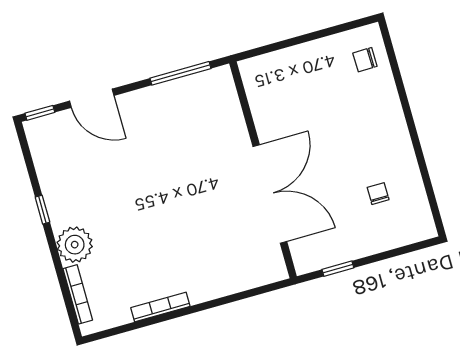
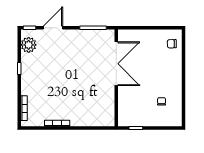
door: (92, 98) -> (53, 28), swing flipped
double door: (270, 194) -> (116, 64), moved
plant: (75, 245) -> (29, 45), moved

